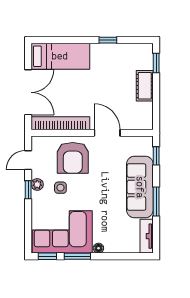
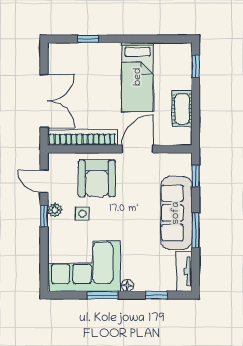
window: (108, 40) -> (88, 39), moved
bed: (60, 56) -> (138, 77), moved, turned 90
cot: (145, 86) -> (182, 109), moved
door: (107, 133) -> (138, 149), hinge flipped
door: (28, 160) -> (44, 181), hinge flipped
window: (47, 256) -> (157, 295), moved

